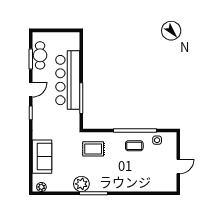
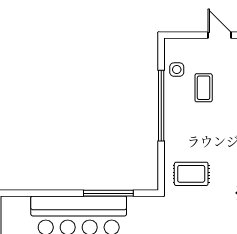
coffee table: (134, 146) -> (204, 88), moved
rug: (93, 149) -> (191, 174), turned 90

